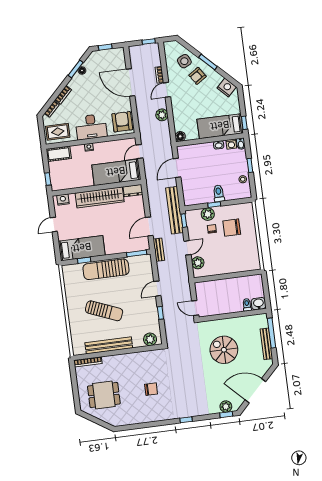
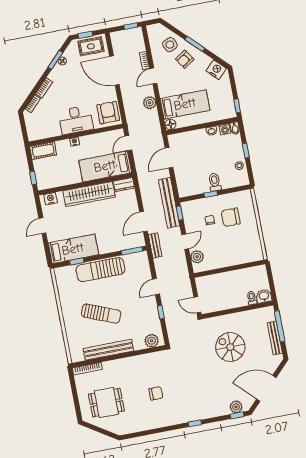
bed: (220, 126) -> (185, 104), moved, turned 180
rug: (58, 132) -> (91, 46), moved
plant: (208, 214) -> (204, 205), removed

